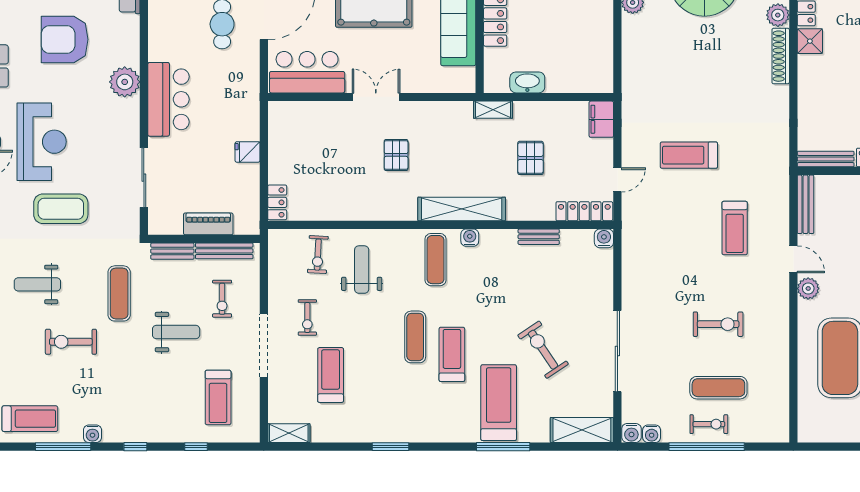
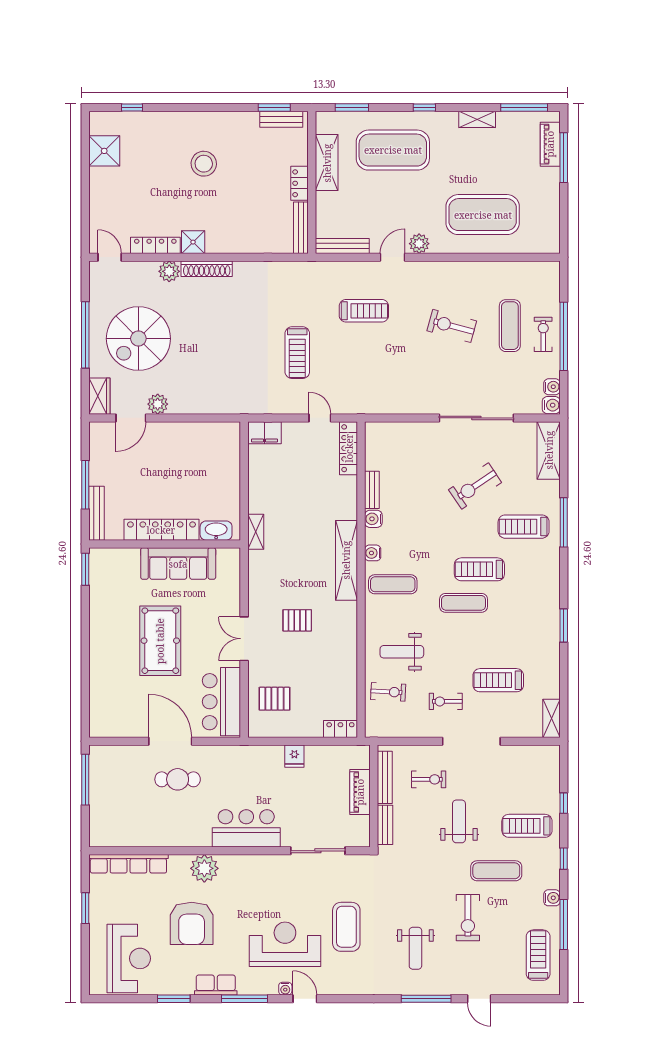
plant: (125, 82) -> (204, 868), moved
washbasin: (527, 82) -> (216, 531), moved, turned 90
pallet: (530, 158) -> (275, 699), moved
water cooler: (604, 238) -> (373, 519), moved
exercise mat: (119, 293) -> (496, 871), moved
exercise bike: (307, 317) -> (446, 701), turned 180
exercise bike: (718, 324) -> (452, 326), turned -75
treadmill: (218, 397) -> (527, 826), moved, turned 180
treadmill: (499, 403) -> (524, 527), width x0.73, depth x0.73

